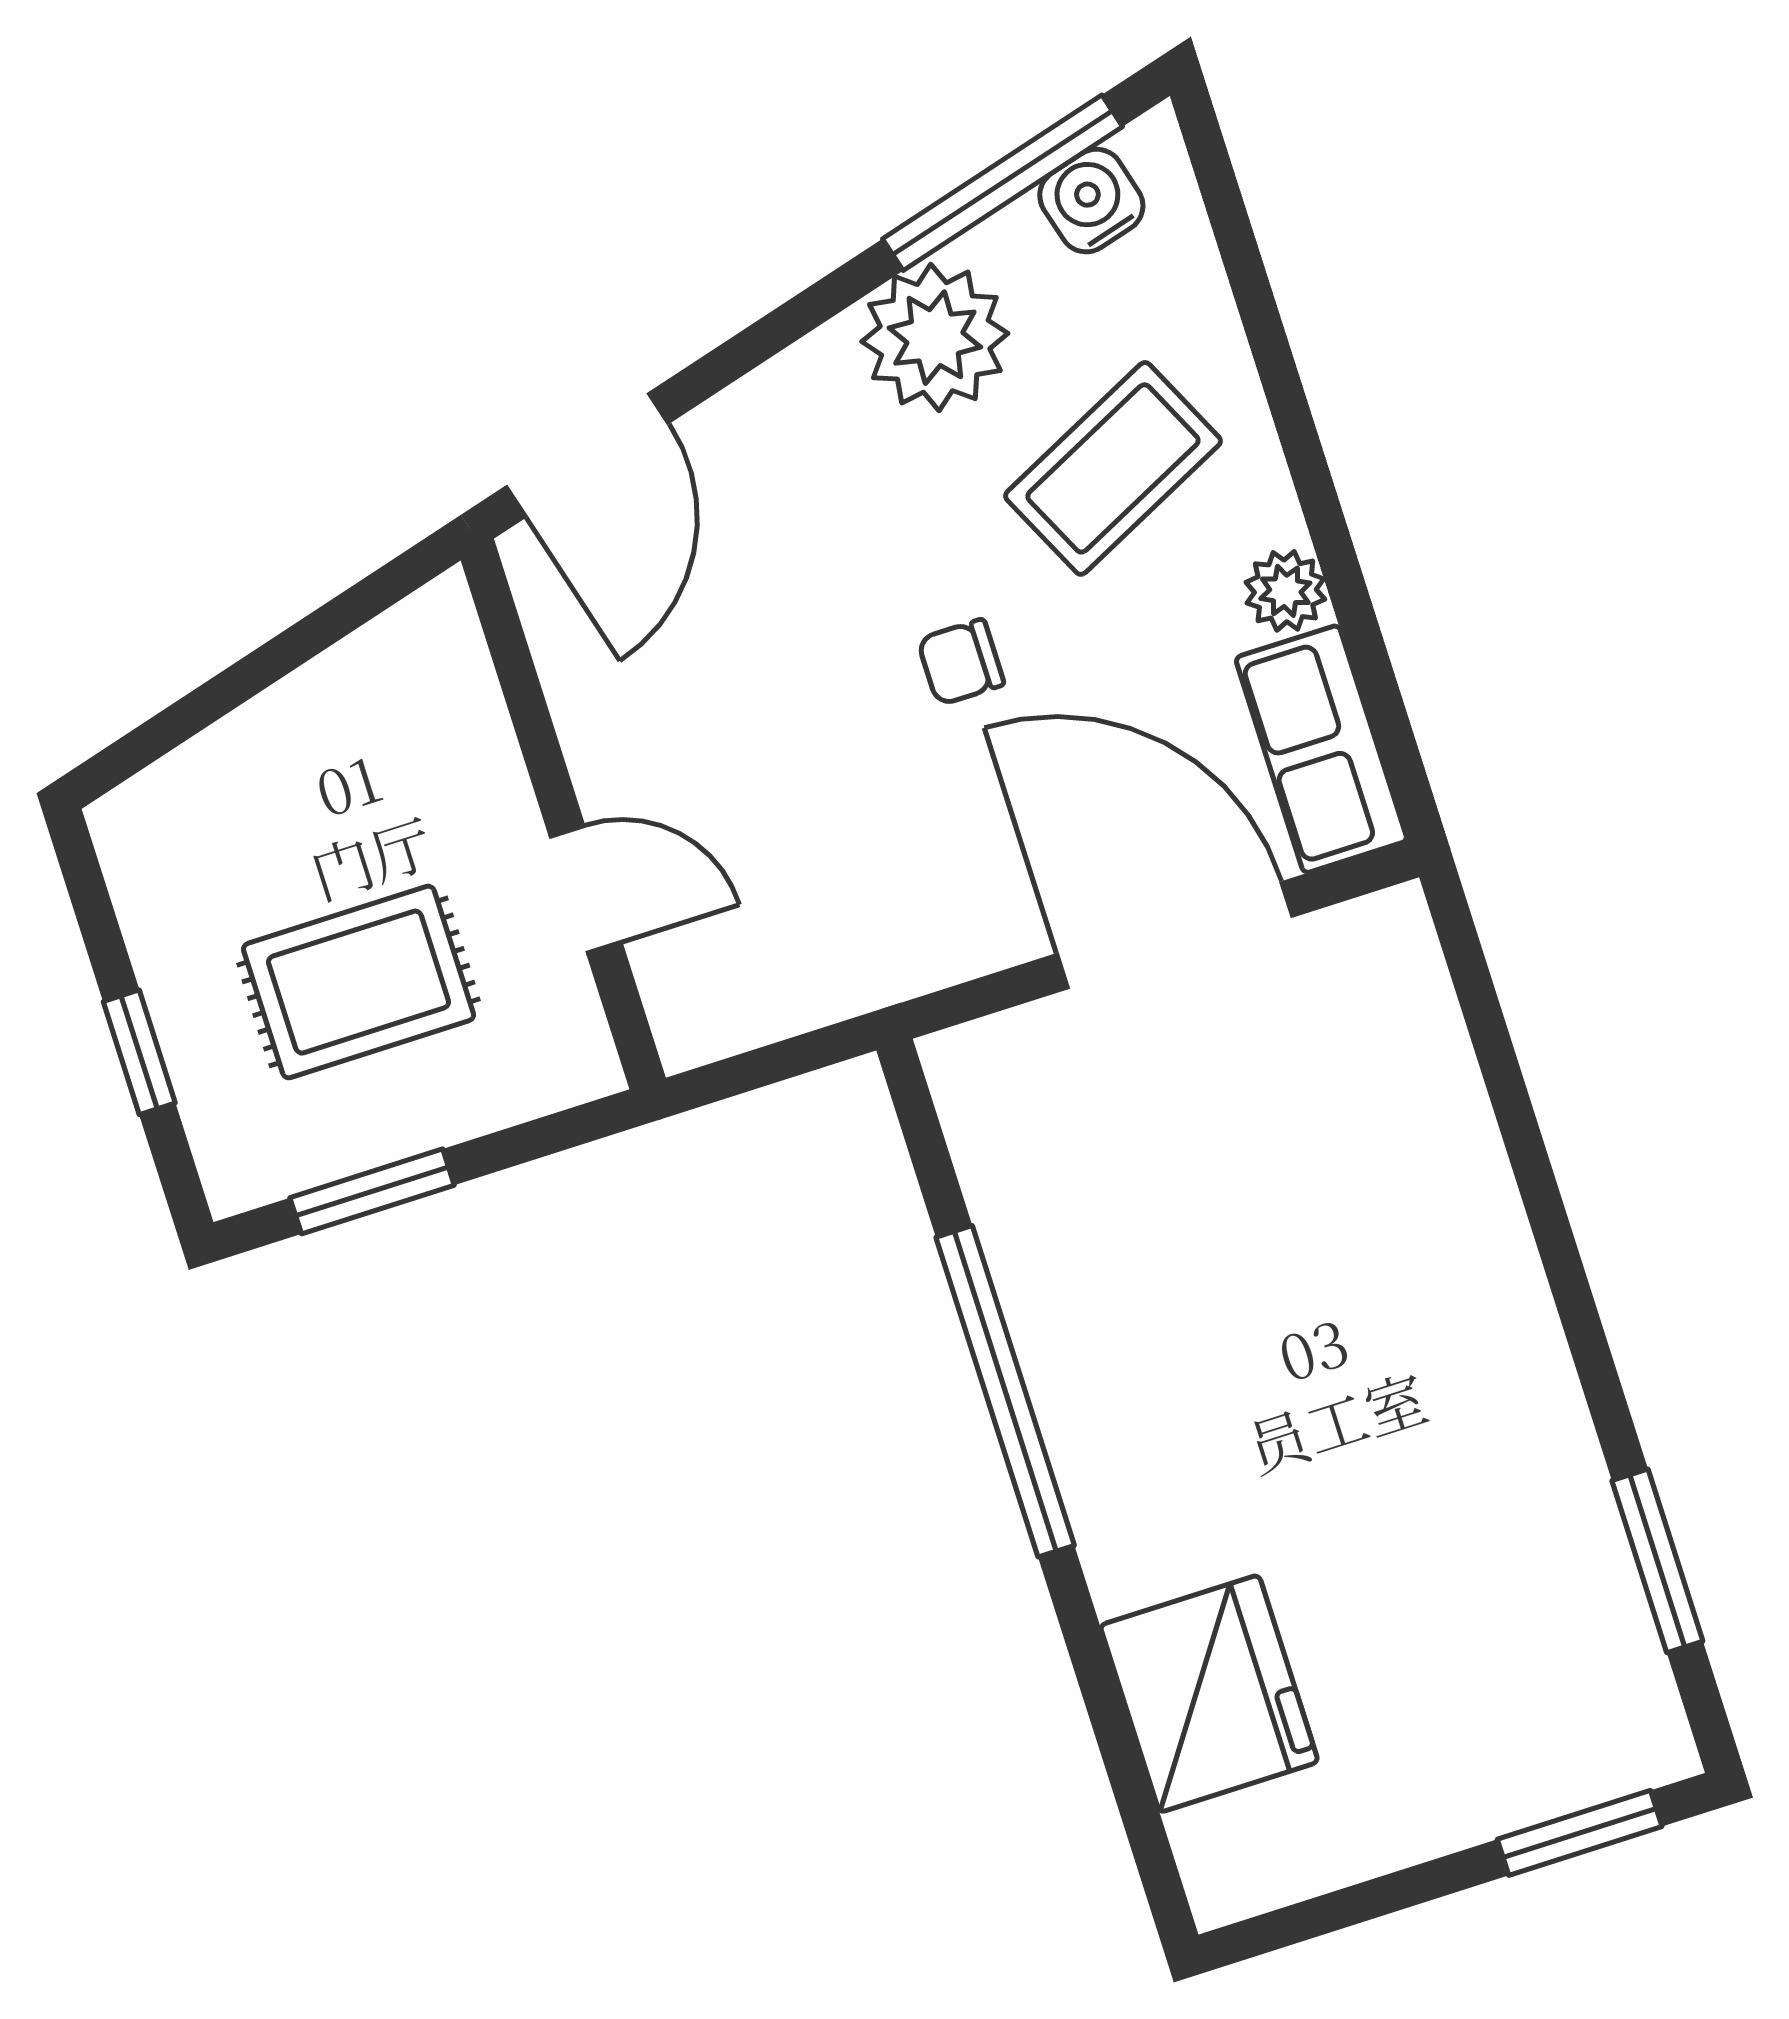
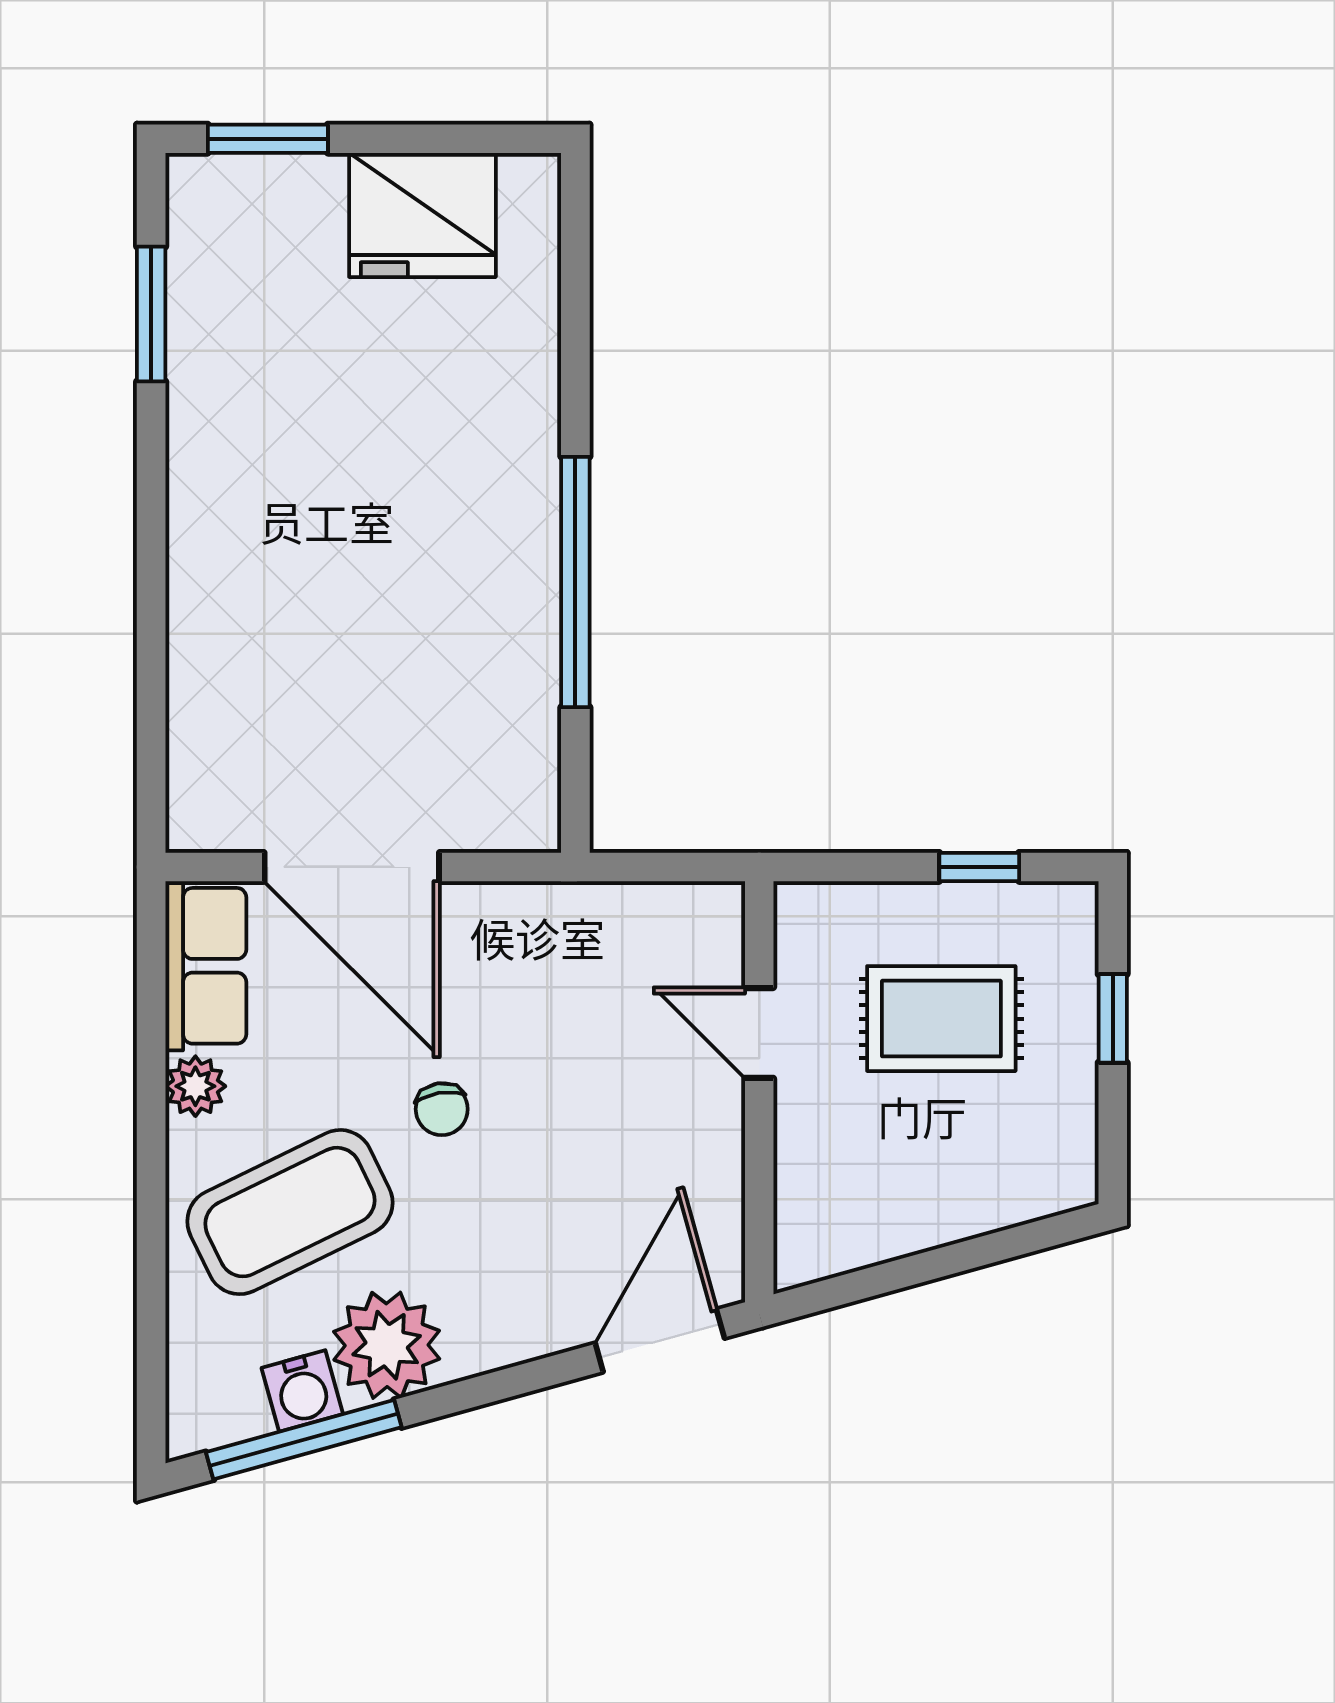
water cooler: (1091, 201) -> (302, 1391), moved
coffee table: (1113, 468) -> (290, 1212), width x1.36, depth x1.32
chair: (961, 662) -> (442, 1109), turned 81
window: (372, 1191) -> (979, 867), width x0.67
fridge: (1209, 1694) -> (422, 215), moved, turned -90

